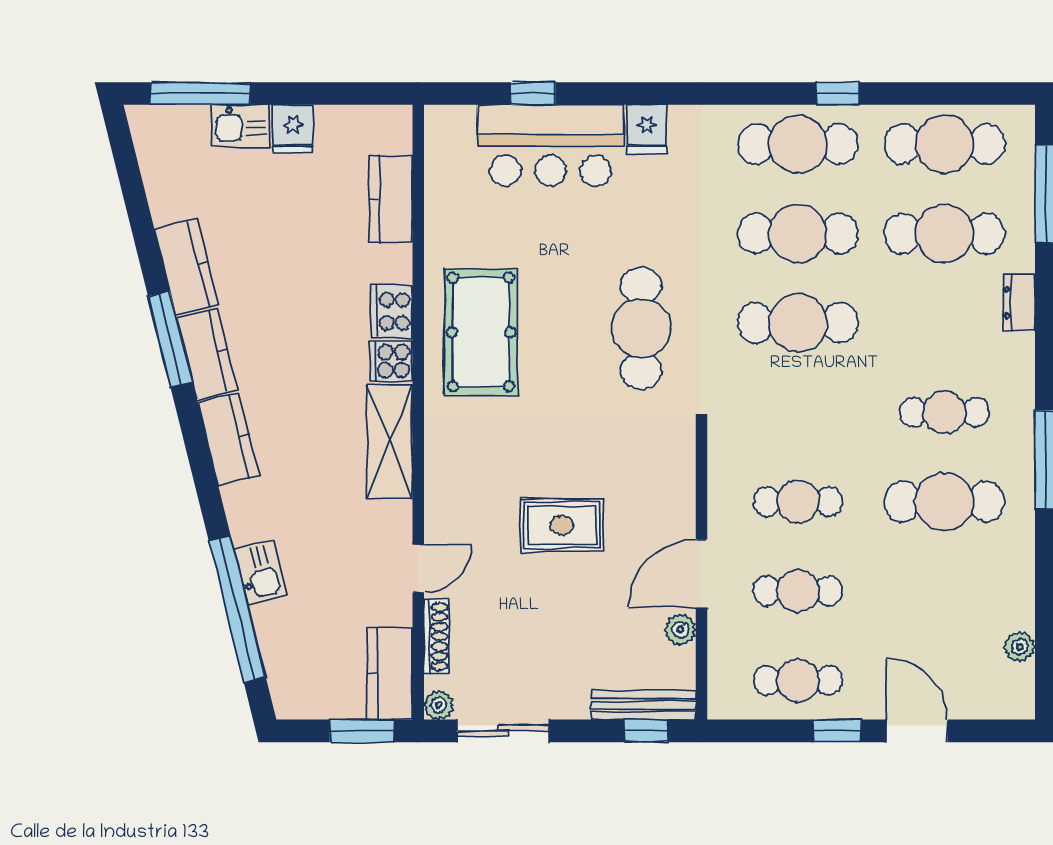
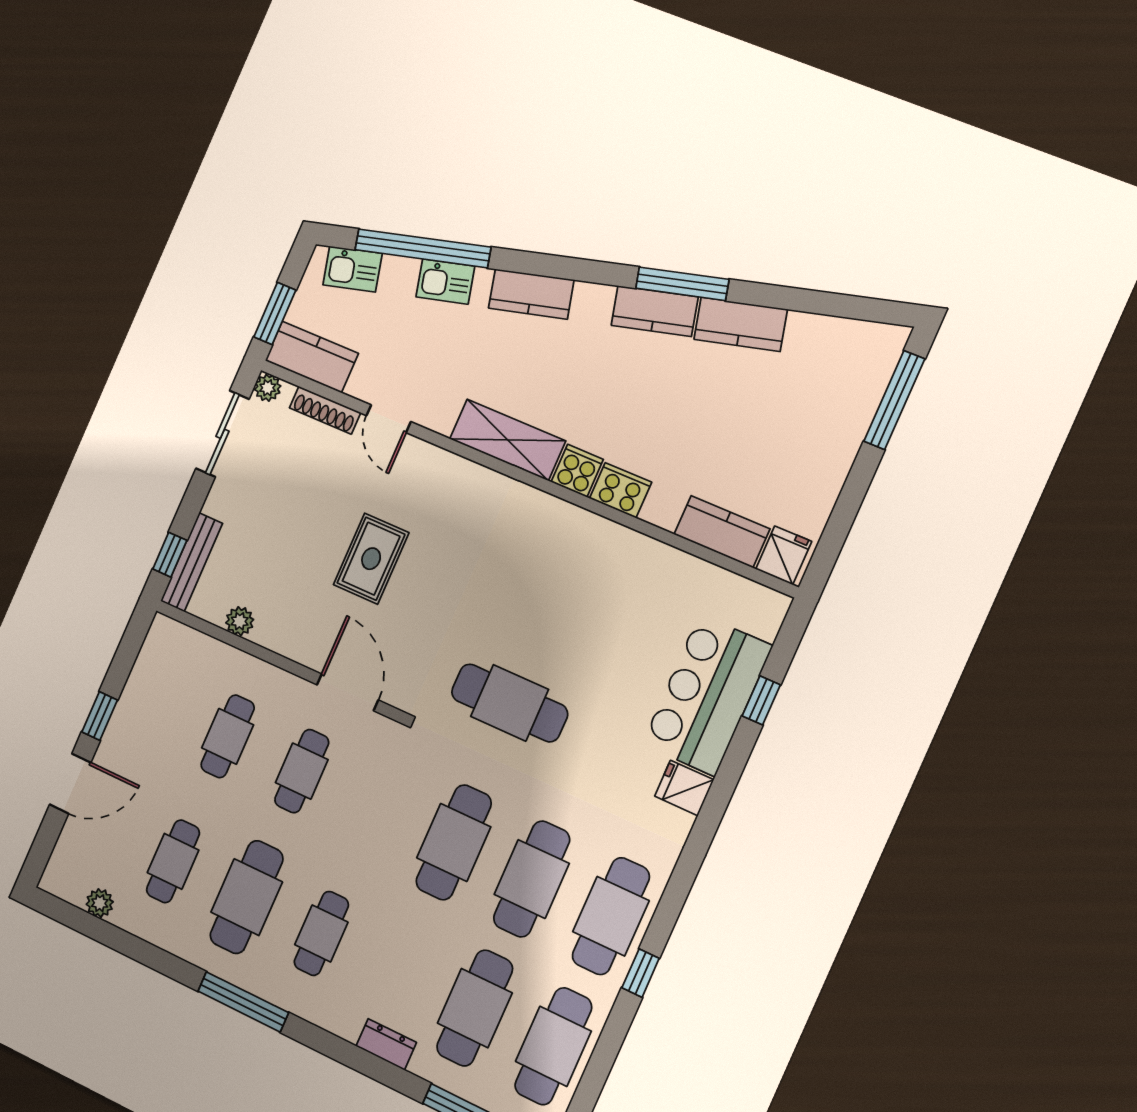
kitchen sink: (241, 126) -> (352, 269), moved, turned -104
fridge: (293, 129) -> (784, 555), moved, turned 90
pool table: (481, 332) -> (568, 561), removed
kitchen counter: (228, 439) -> (531, 294), moved
door: (701, 574) -> (348, 692), moved
cafe table: (798, 680) -> (173, 861), moved

